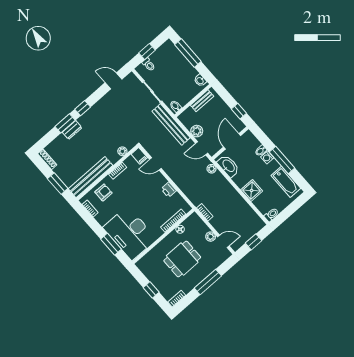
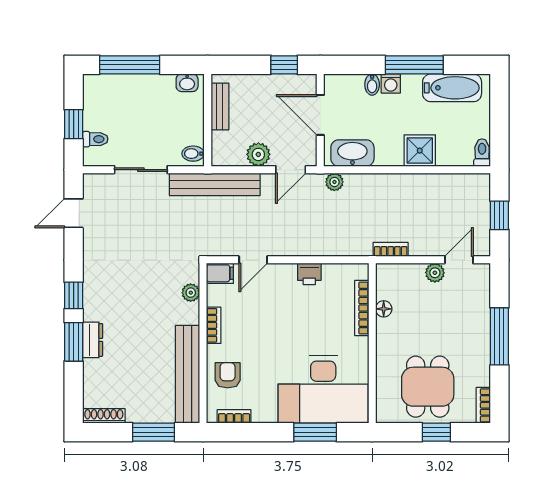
dining table: (182, 259) -> (428, 387), moved

